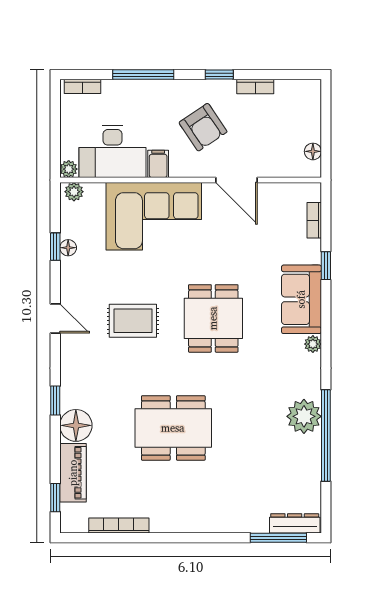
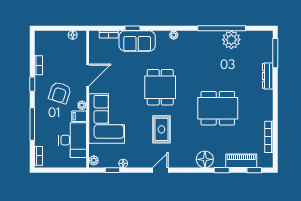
armchair: (203, 127) -> (60, 93), turned 142
plant: (69, 169) -> (82, 105), moved
window: (55, 247) -> (112, 170), moved
sofa: (301, 299) -> (137, 41), moved
dining table: (213, 318) -> (160, 87), turned 90
window: (55, 401) -> (222, 170), moved
plant: (304, 416) -> (231, 40), moved
floor lamp: (76, 425) -> (205, 159), moved
dining table: (173, 428) -> (218, 108), turned 90
dresser: (295, 523) -> (268, 76), moved

